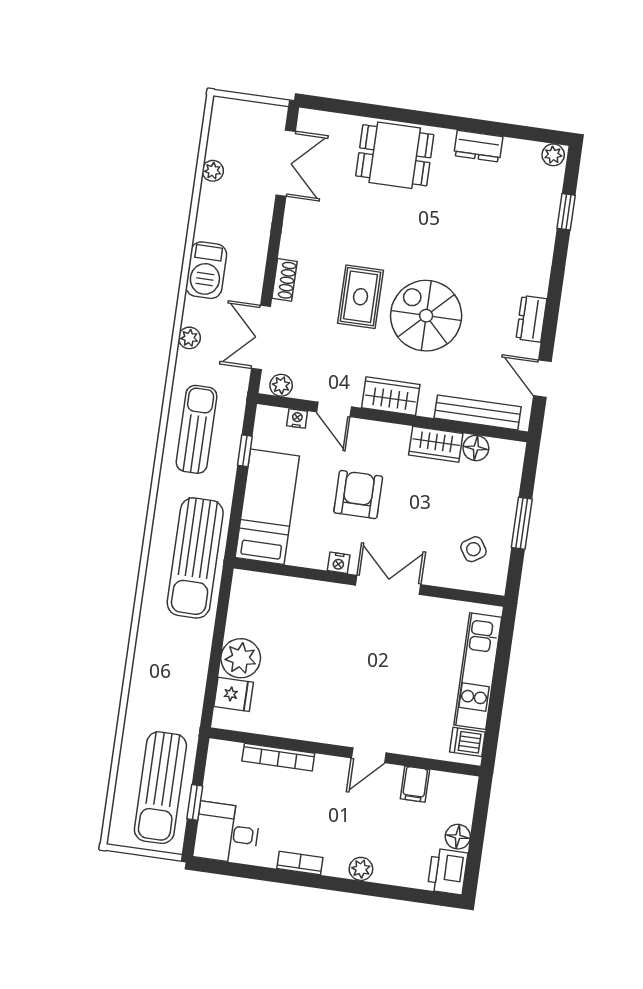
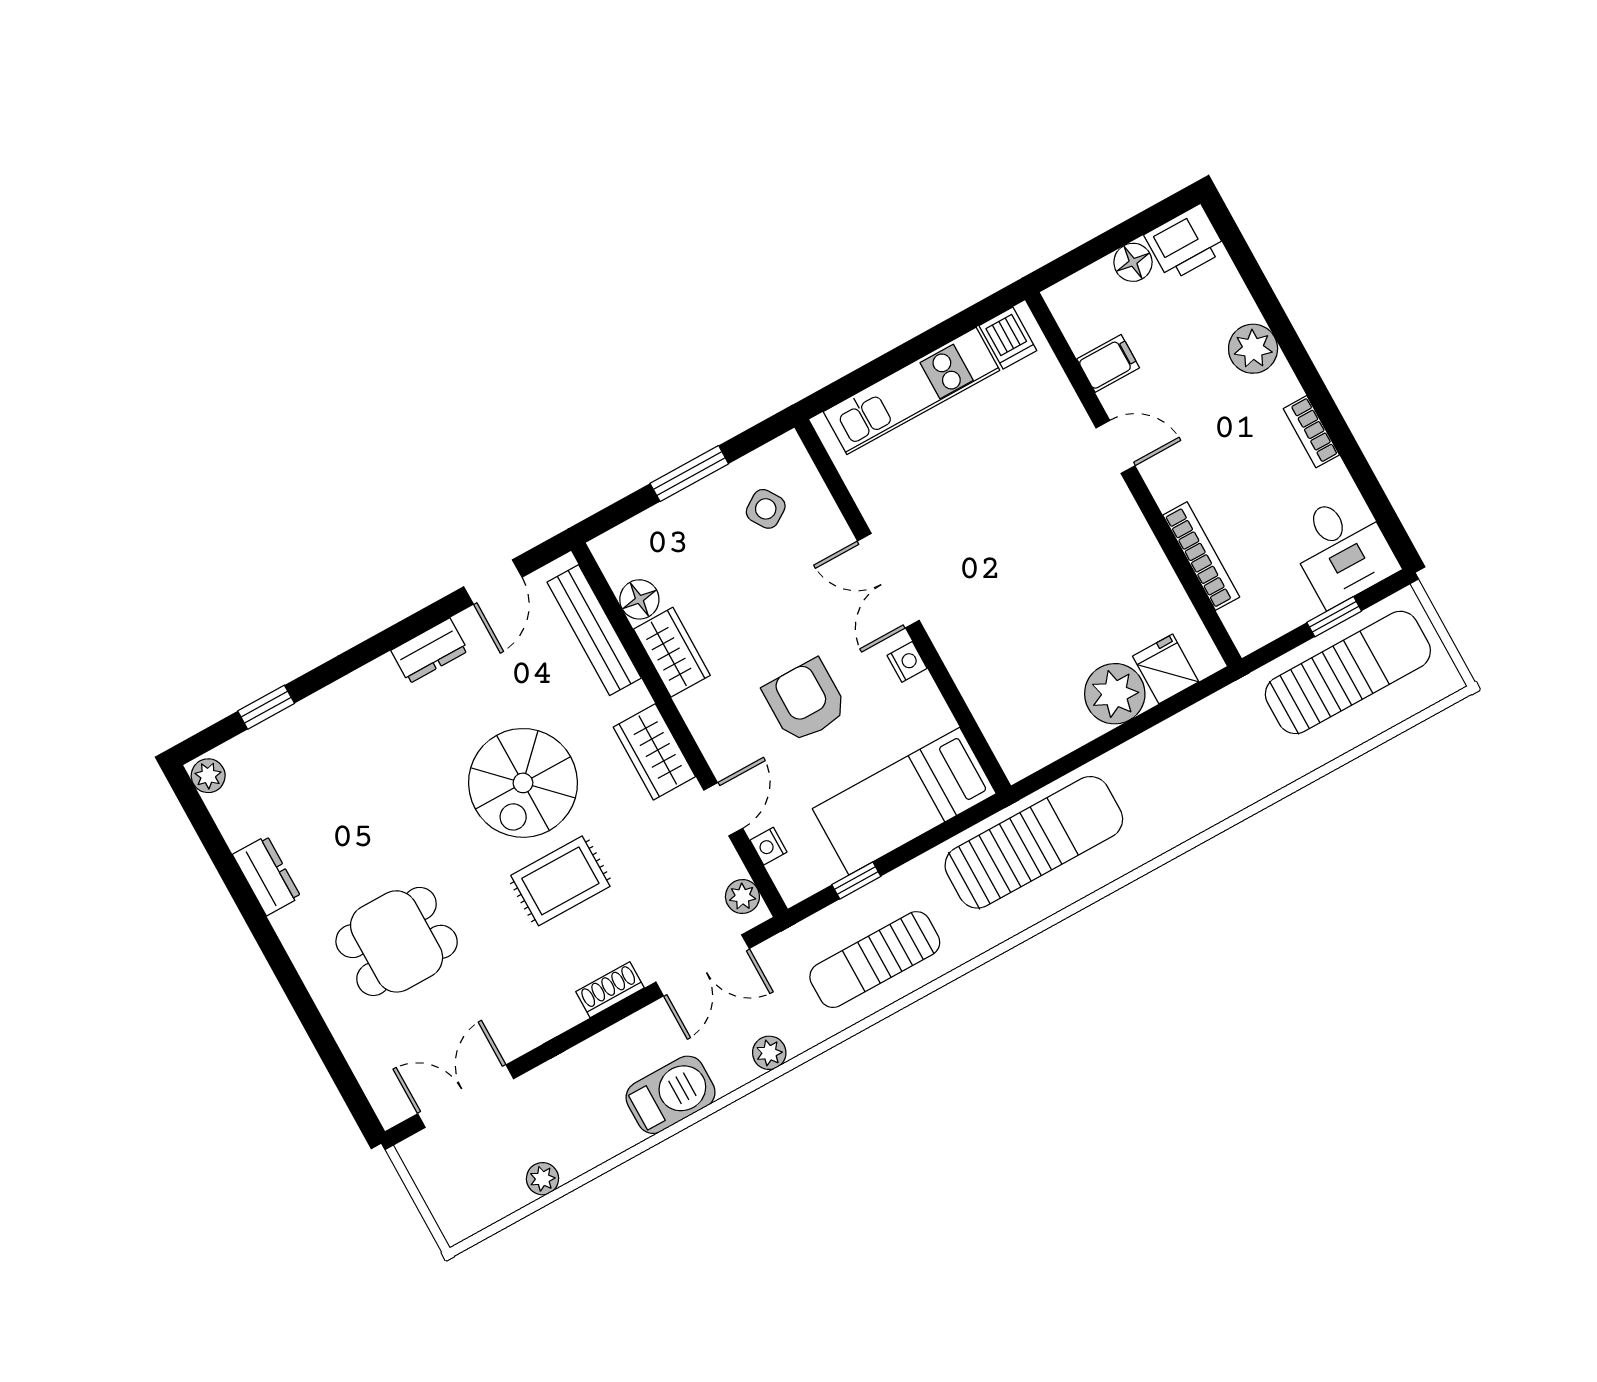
dining table: (395, 155) -> (397, 941), moved, turned 90
armchair: (358, 495) -> (805, 701), turned 90
plant: (361, 869) -> (1253, 349), width x1.38, depth x1.38

